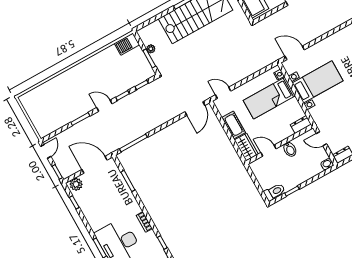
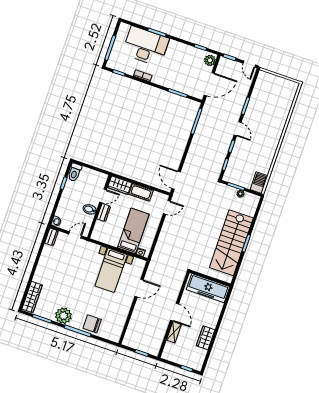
door: (295, 53) -> (139, 288), moved
door: (104, 106) -> (238, 129), hinge flipped
dresser: (301, 125) -> (104, 213), moved

